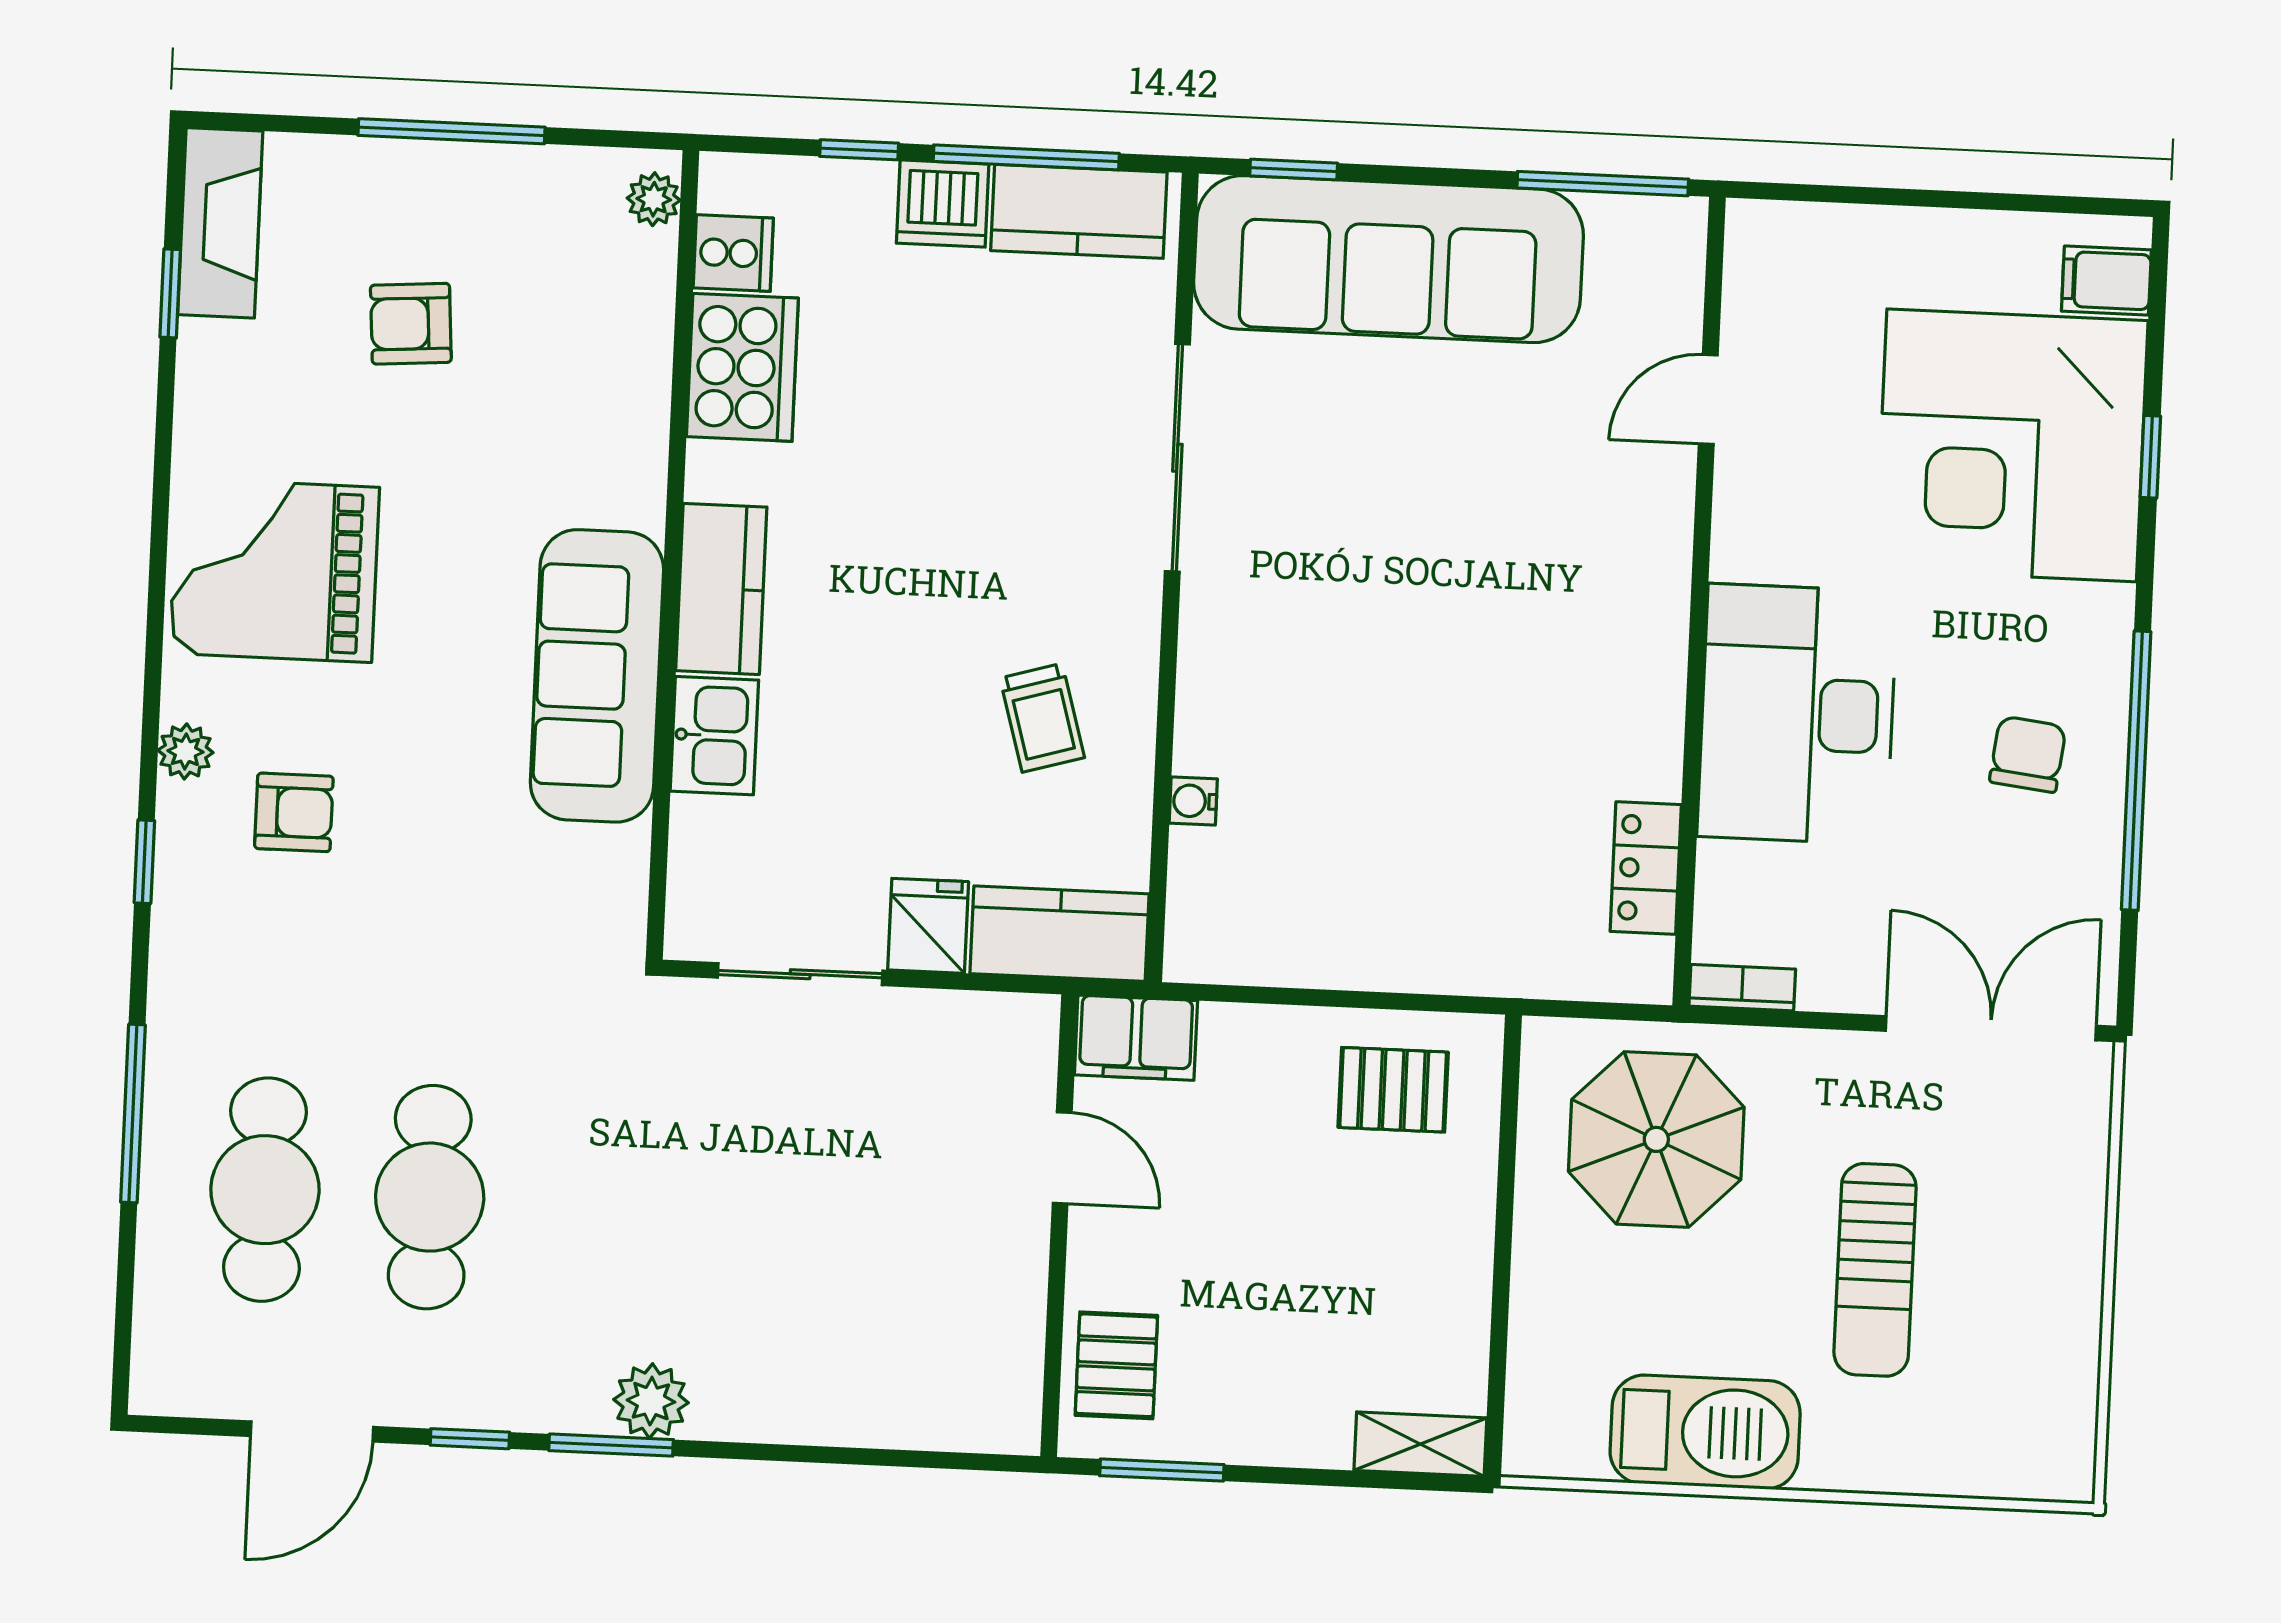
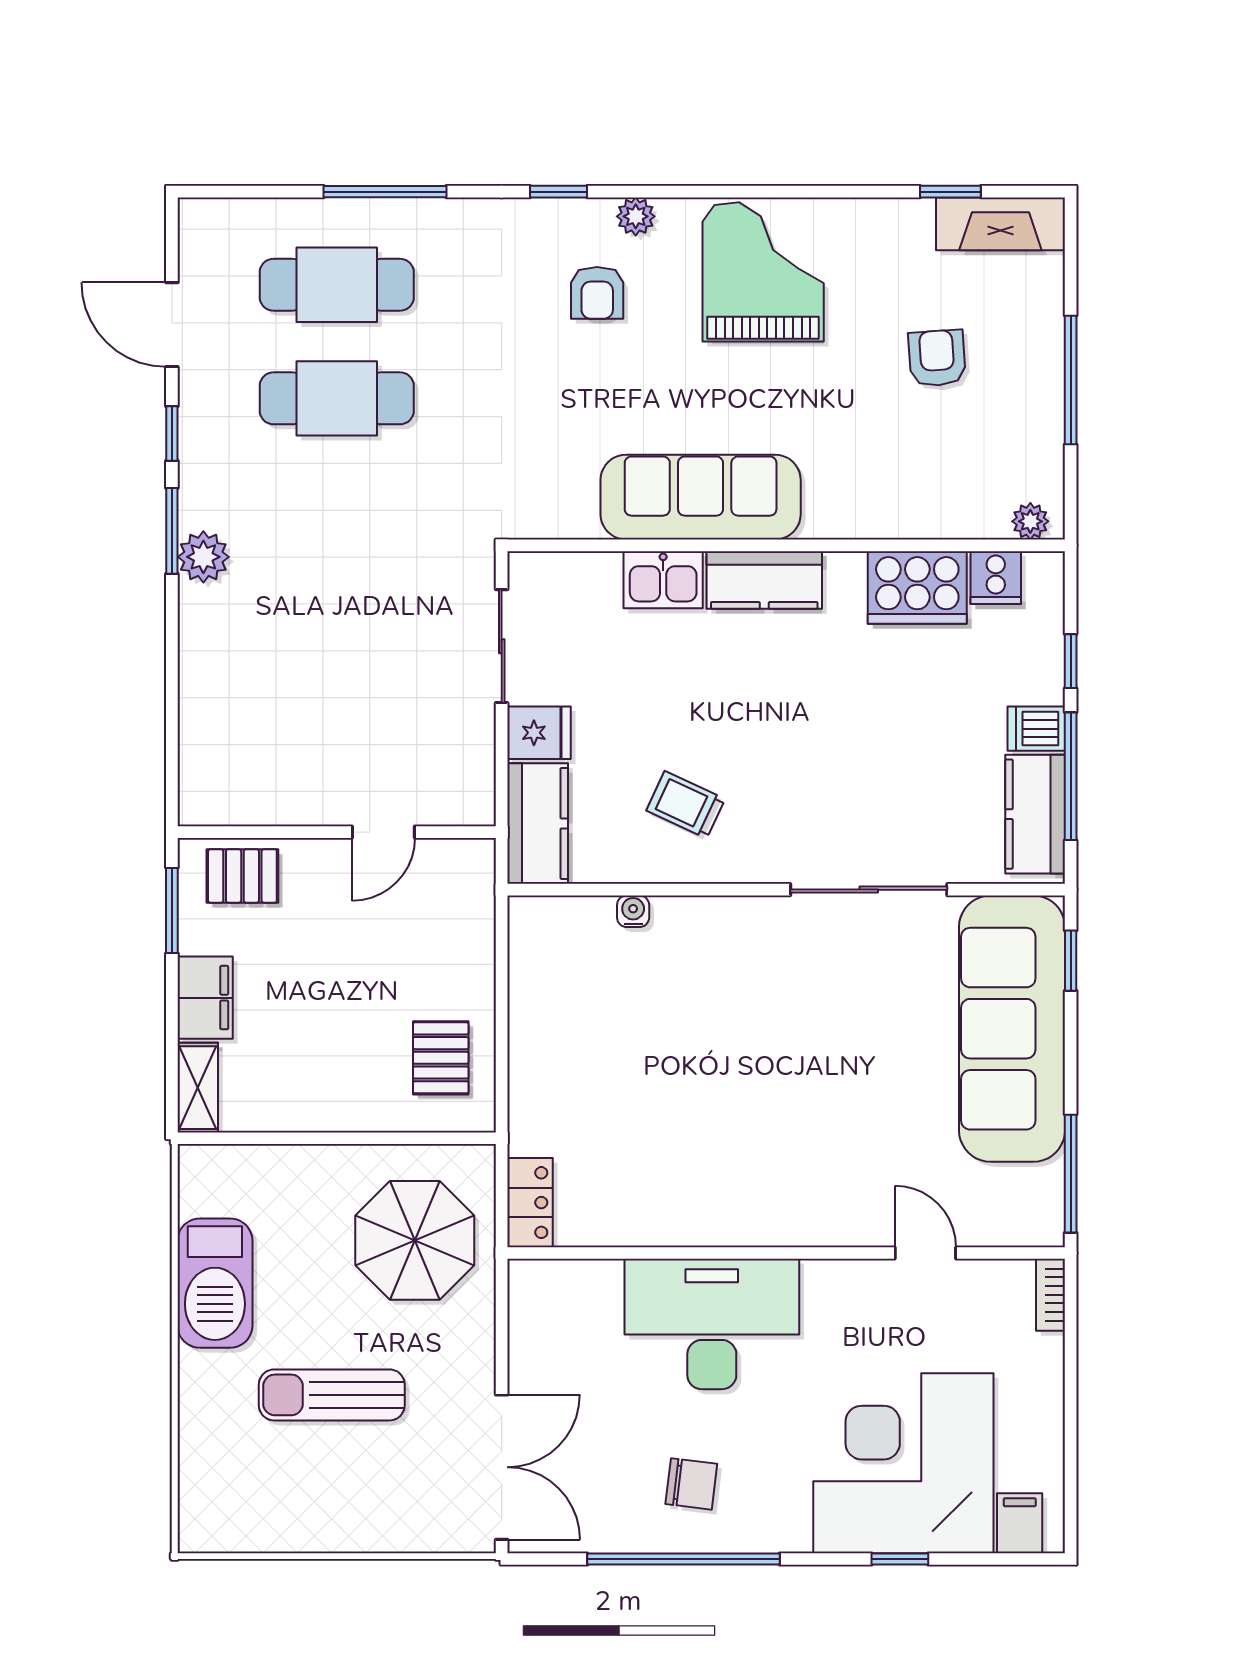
dishwasher: (943, 204) -> (1036, 729), width x0.73
trolley: (1042, 718) -> (686, 805), turned 41
locker: (1646, 868) -> (530, 1203), moved, turned 90
bookcase: (1742, 988) -> (1050, 1295), moved, turned 180
filing cabinet: (1136, 1038) -> (205, 998), moved, turned 180

